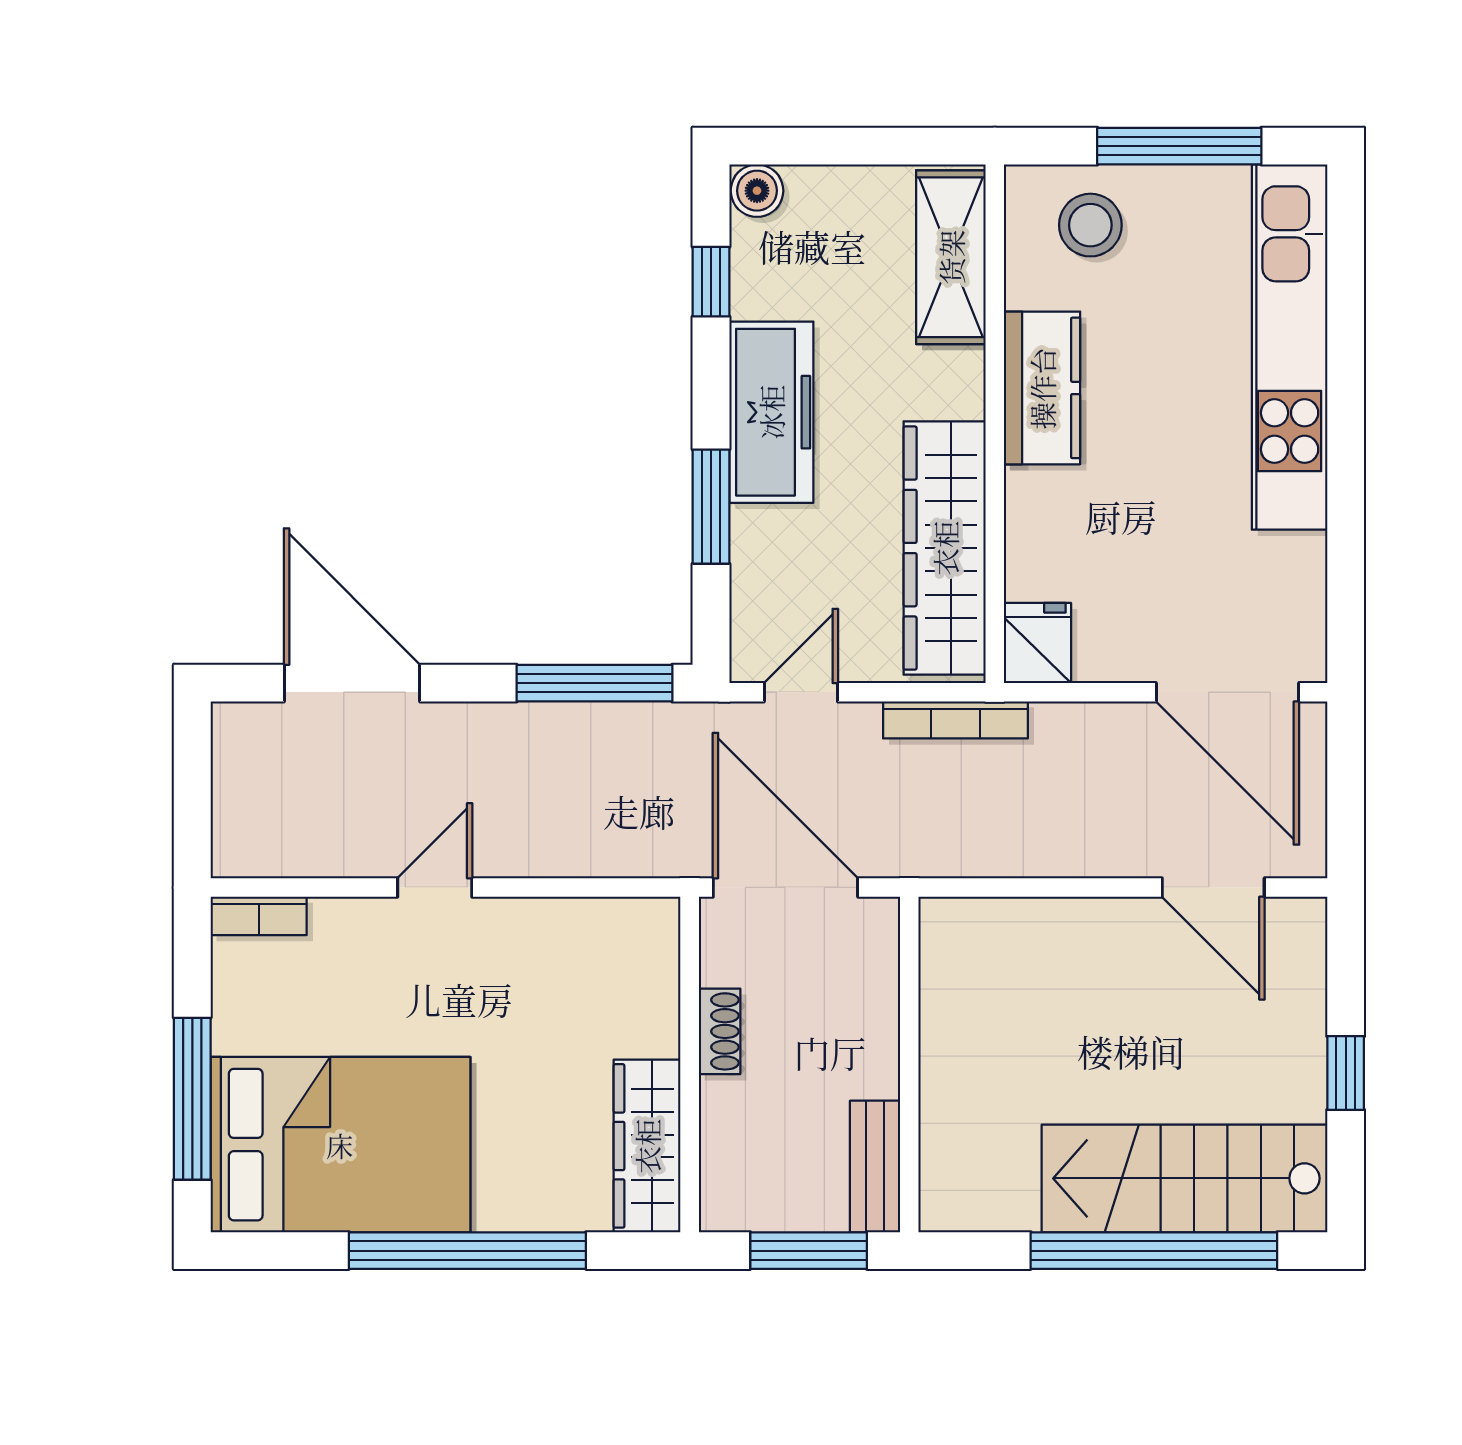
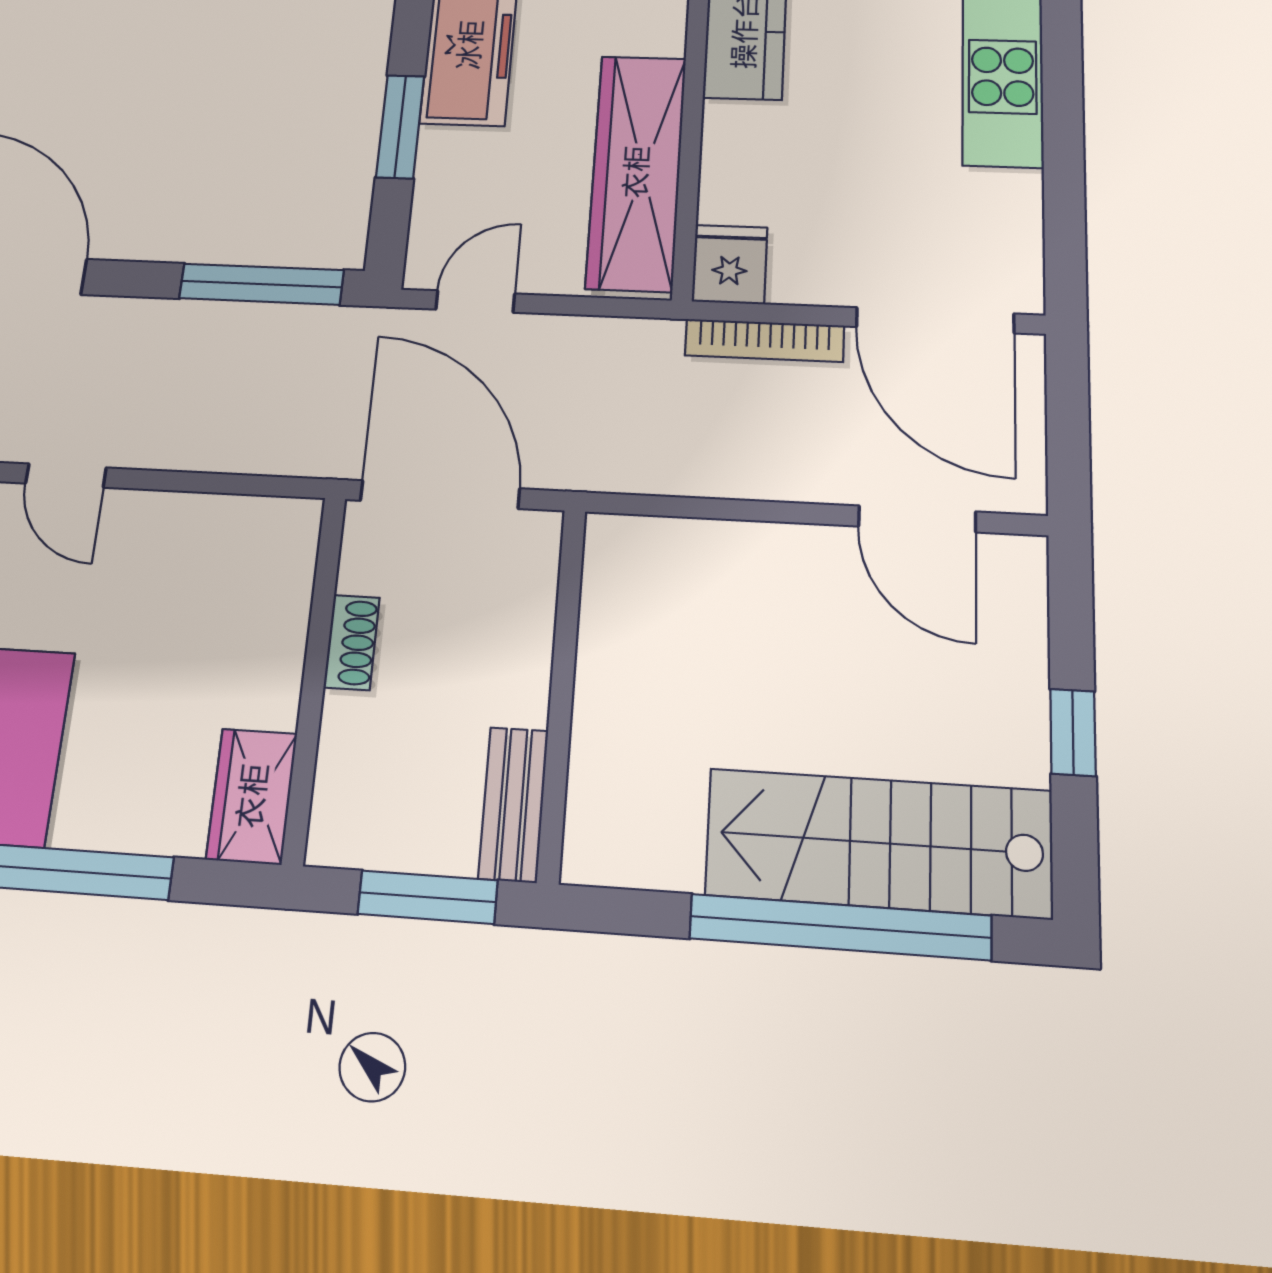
bookcase: (955, 720) -> (764, 340), moved
door: (435, 887) -> (66, 476), swing flipped
wardrobe: (647, 1146) -> (252, 796), width x0.67

